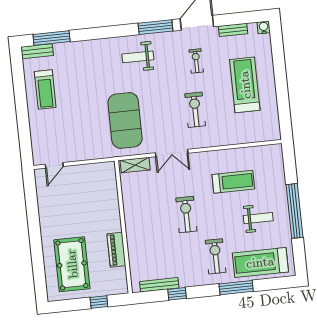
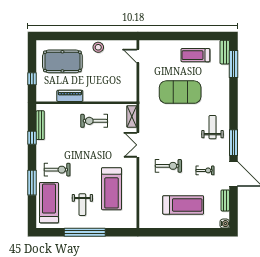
exercise mat: (125, 120) -> (180, 92), moved
treadmill: (233, 182) -> (112, 189), width x1.37, depth x1.38
exercise bike: (186, 215) -> (94, 121), moved, turned 180
stool: (48, 219) -> (98, 47), added

